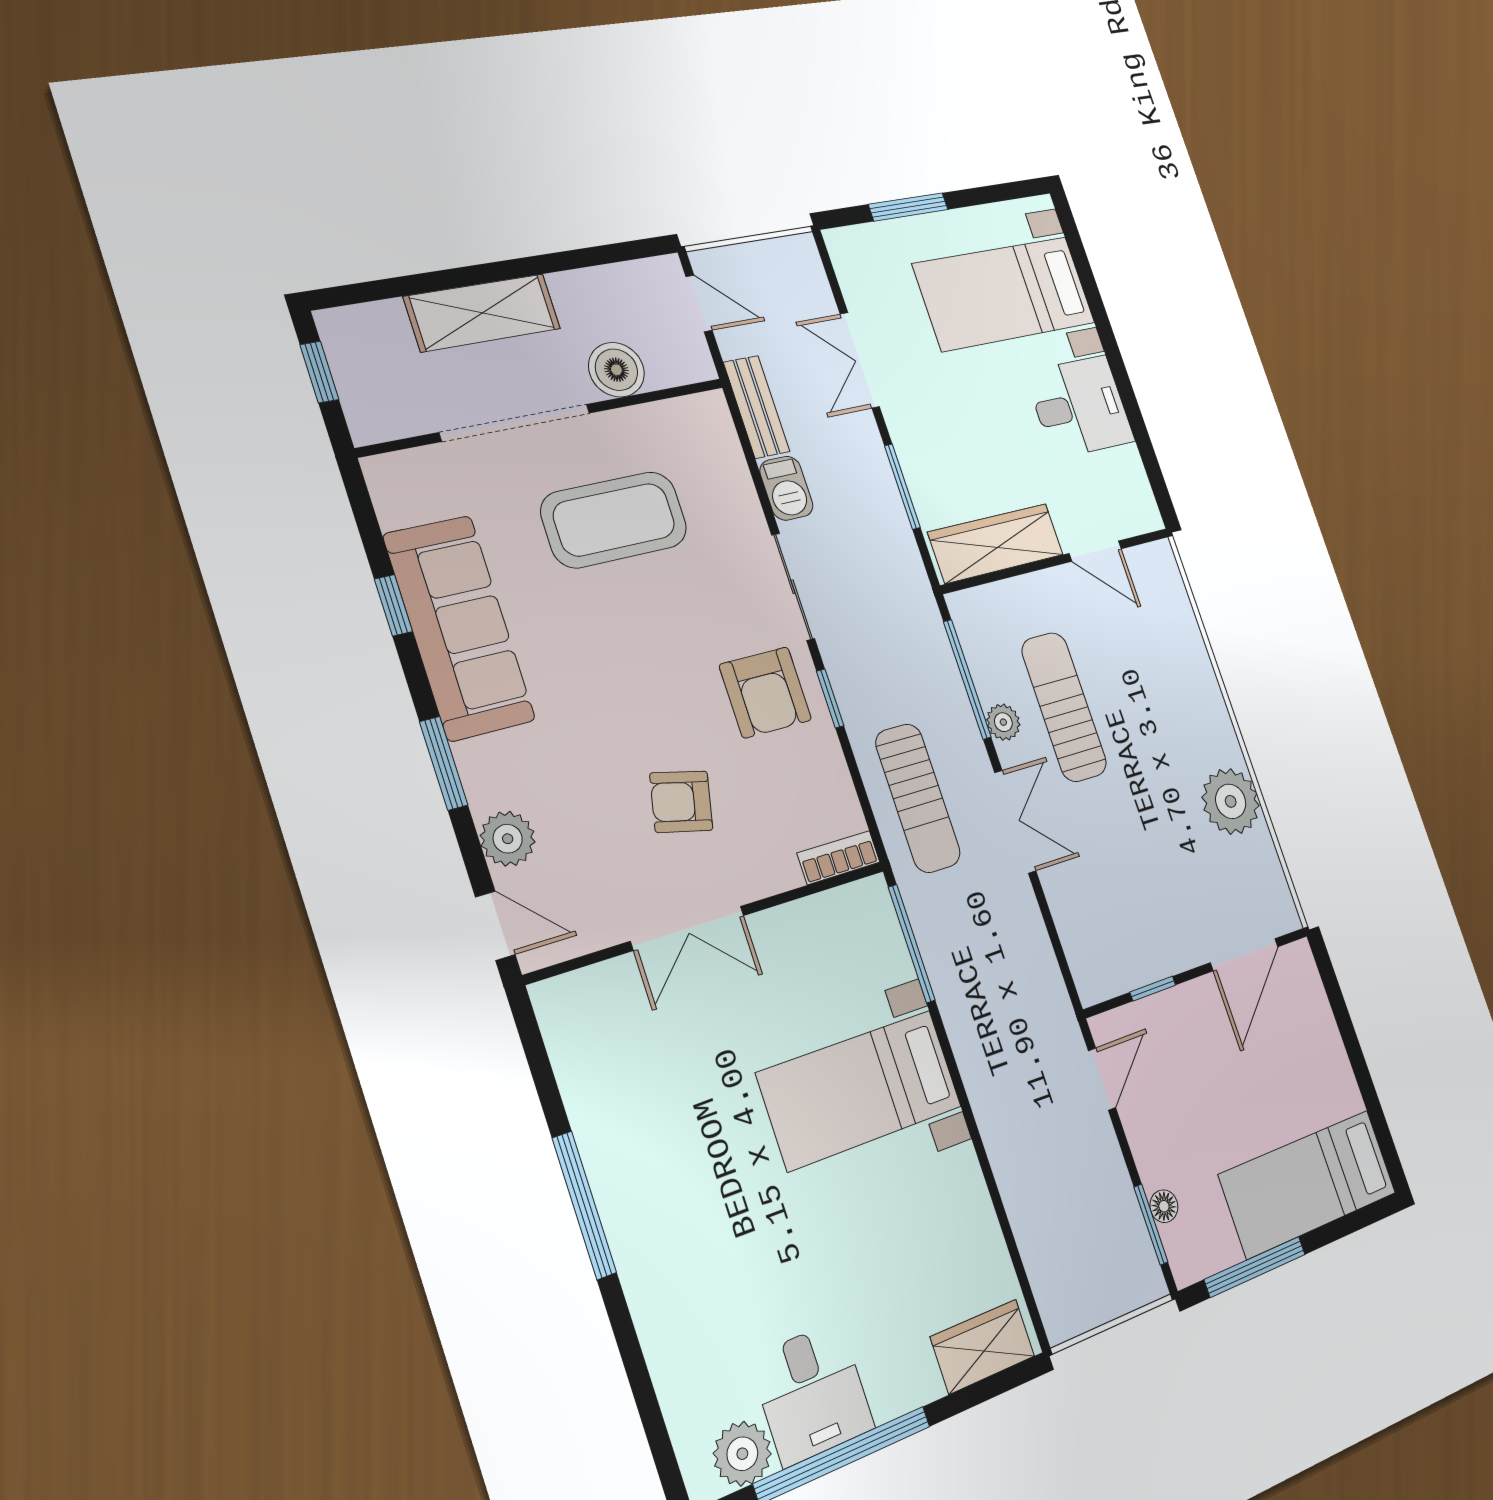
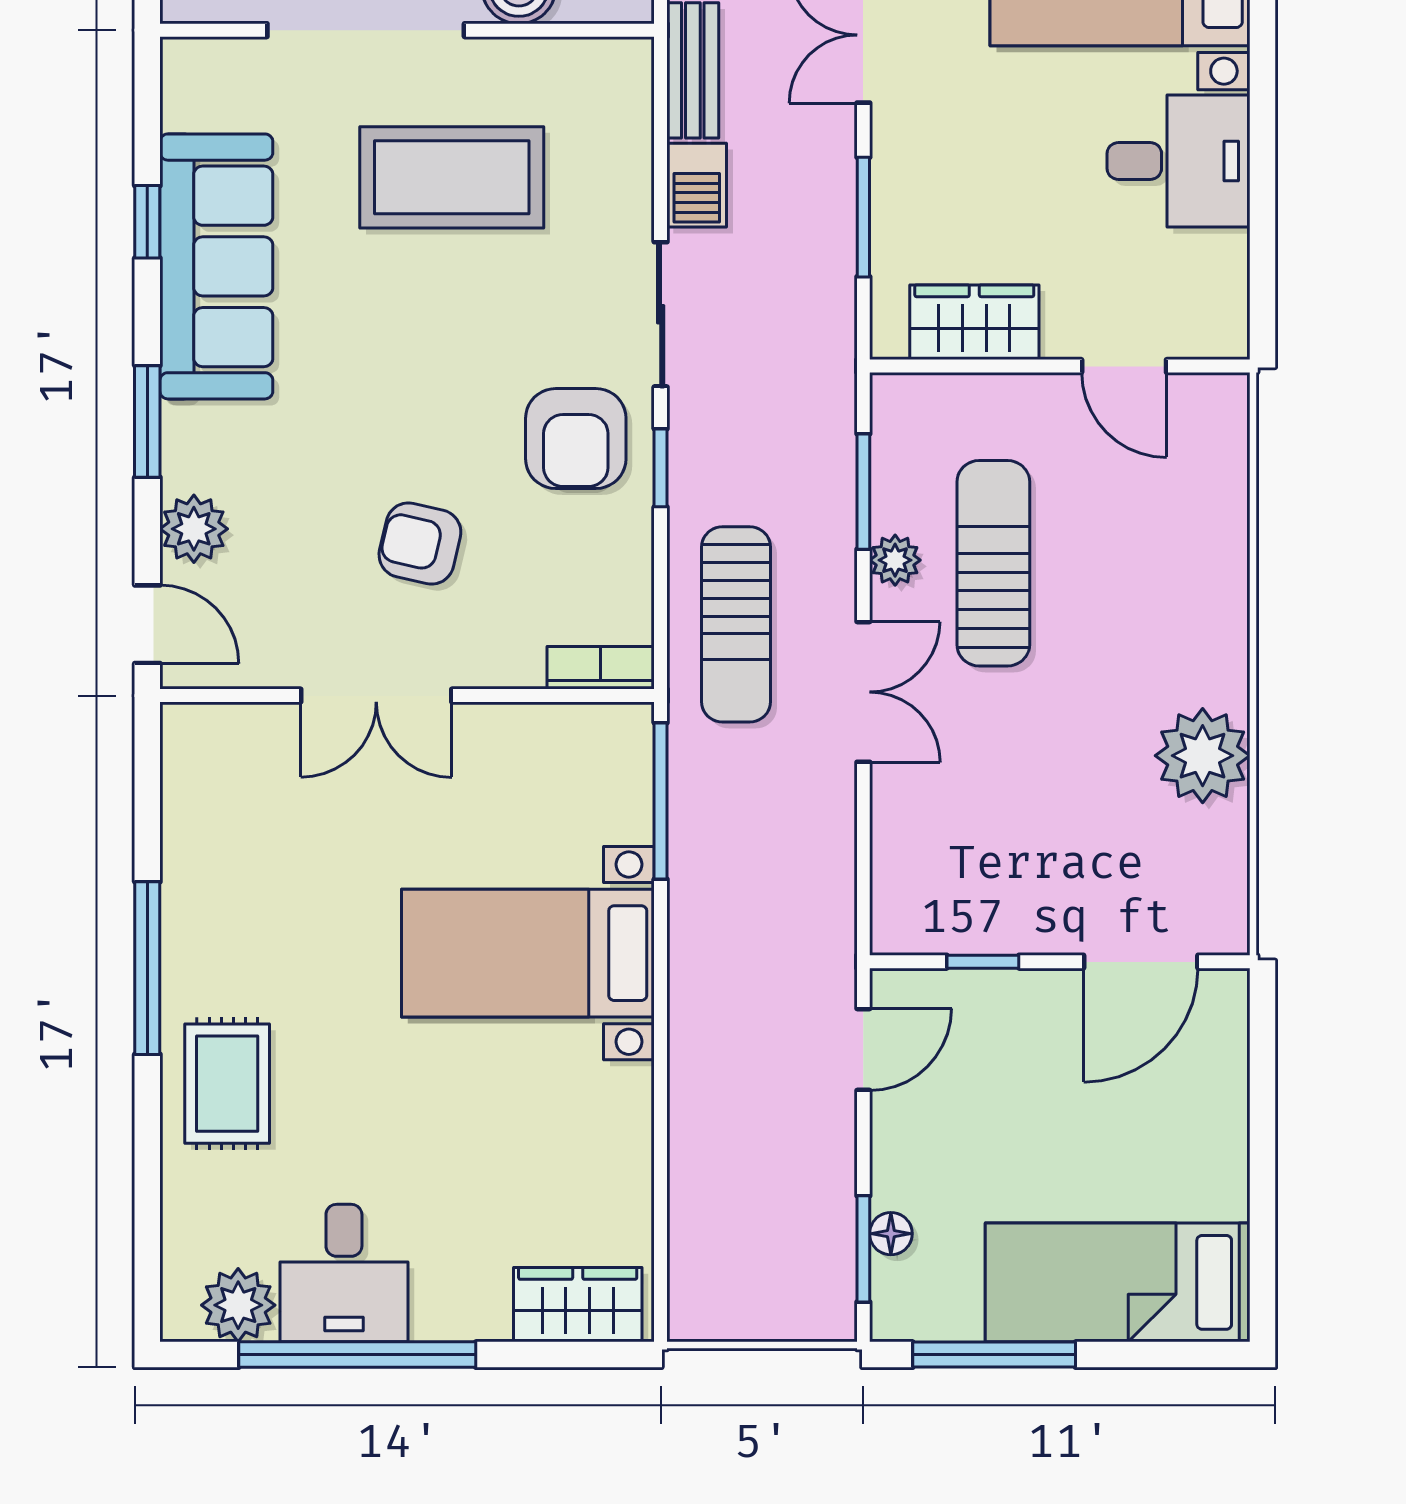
wardrobe: (996, 543) -> (974, 322), width x0.67
window: (967, 679) -> (863, 492), width x0.69
rug: (676, 1276) -> (227, 1084), added

